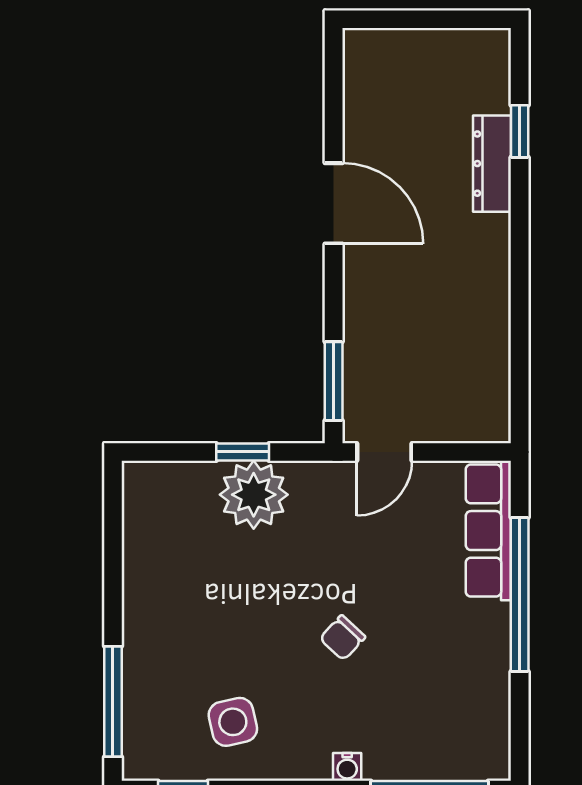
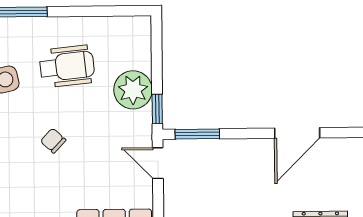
window: (243, 452) -> (157, 109), moved
wheelchair: (211, 612) -> (67, 66), added

